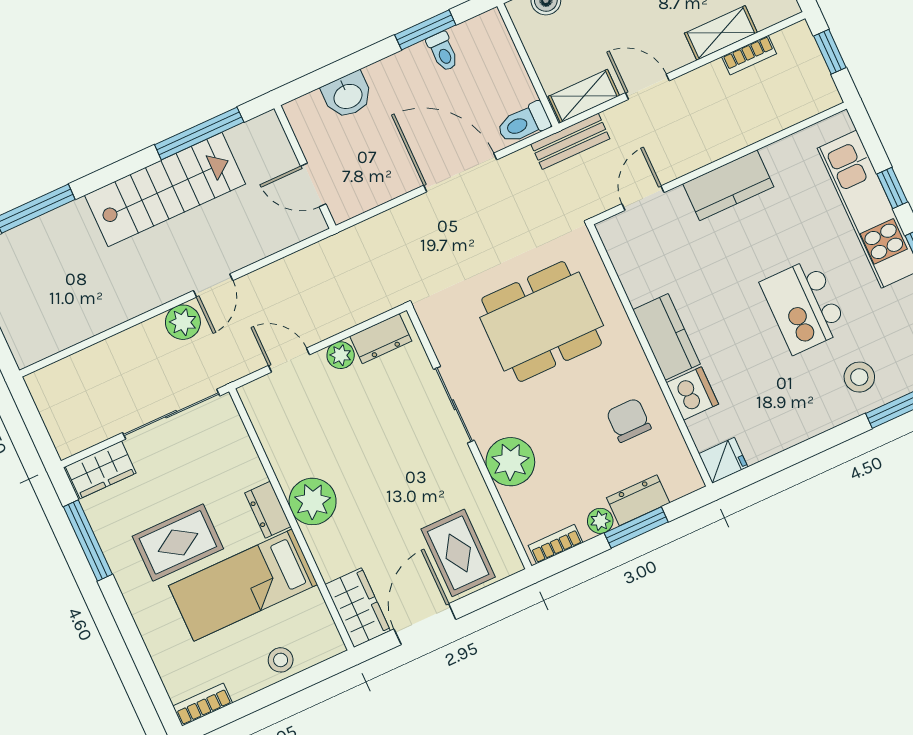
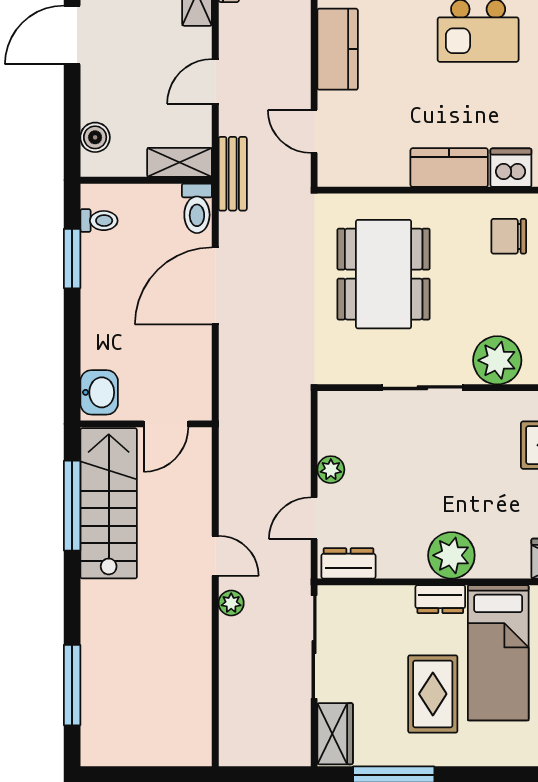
toilet: (443, 52) -> (99, 221), moved
washbasin: (348, 95) -> (99, 392), moved
shelving: (584, 96) -> (180, 162), moved, turned 90
stairs: (165, 190) -> (109, 503), moved
plant: (183, 322) -> (231, 603), width x0.73, depth x0.73
dresser: (381, 339) -> (348, 563), moved, turned -90

